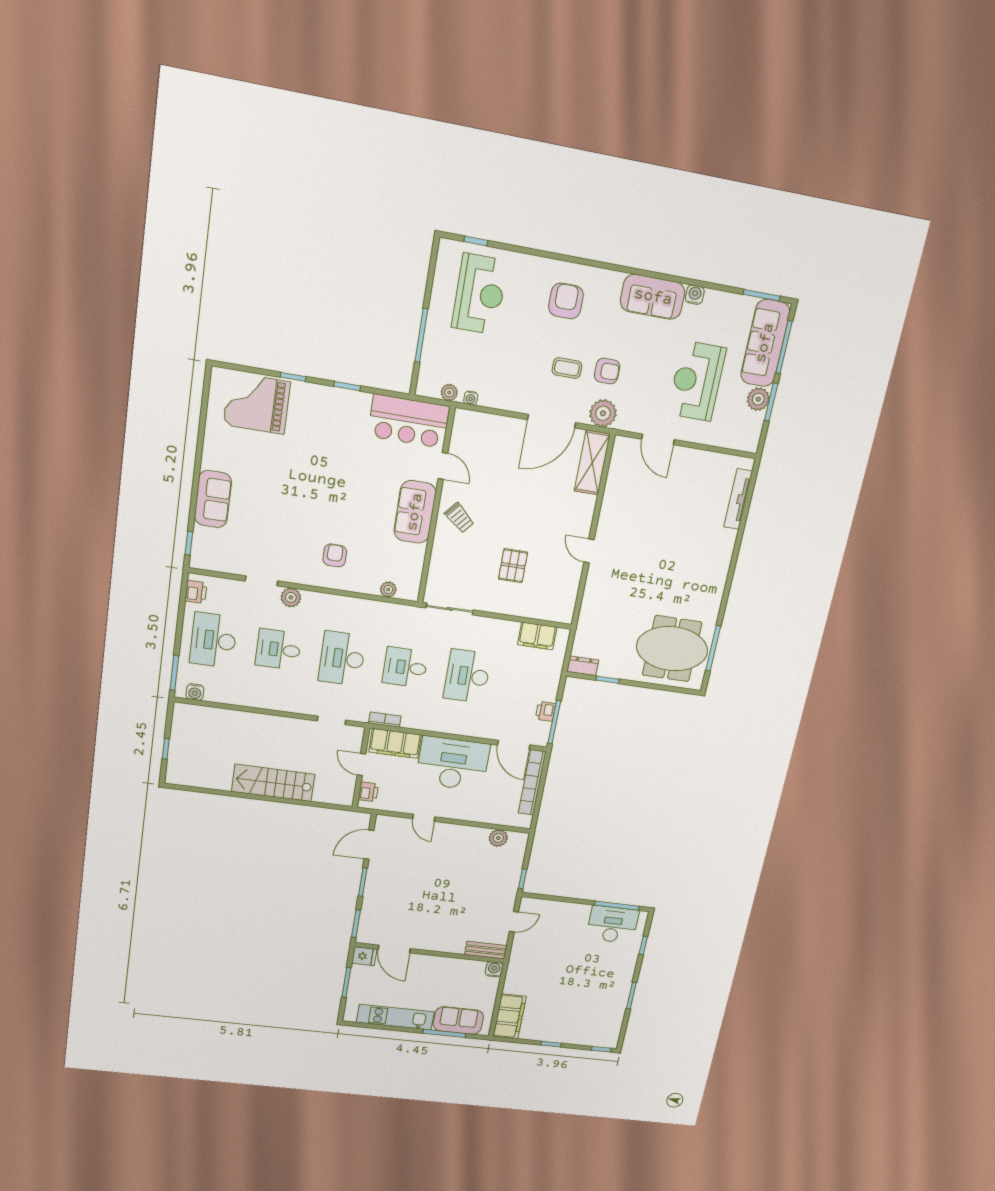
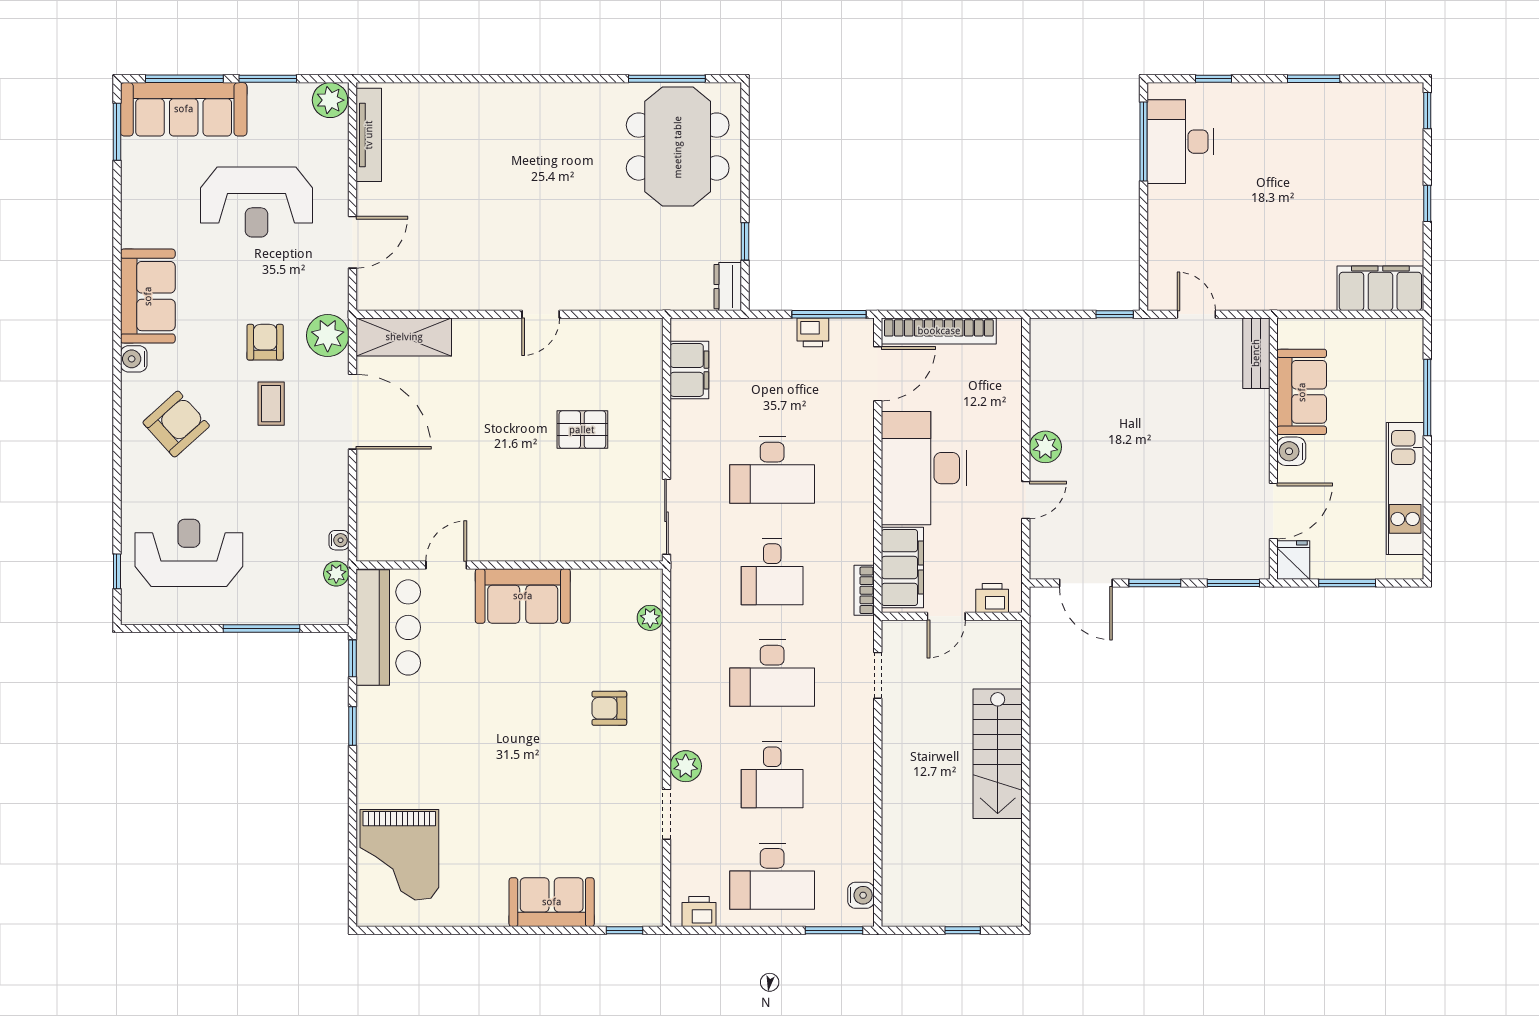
water cooler: (695, 295) -> (134, 359), moved
armchair: (566, 301) -> (176, 424), turned 138
window: (293, 377) -> (352, 658), moved
plant: (758, 399) -> (330, 100), moved
tv unit: (738, 499) -> (369, 135), moved, turned -90
trolley: (459, 518) -> (521, 526), removed
plant: (498, 838) -> (1045, 447), moved
water cooler: (494, 969) -> (1291, 451), moved
sofa: (458, 1021) -> (1302, 392), moved, turned 180

